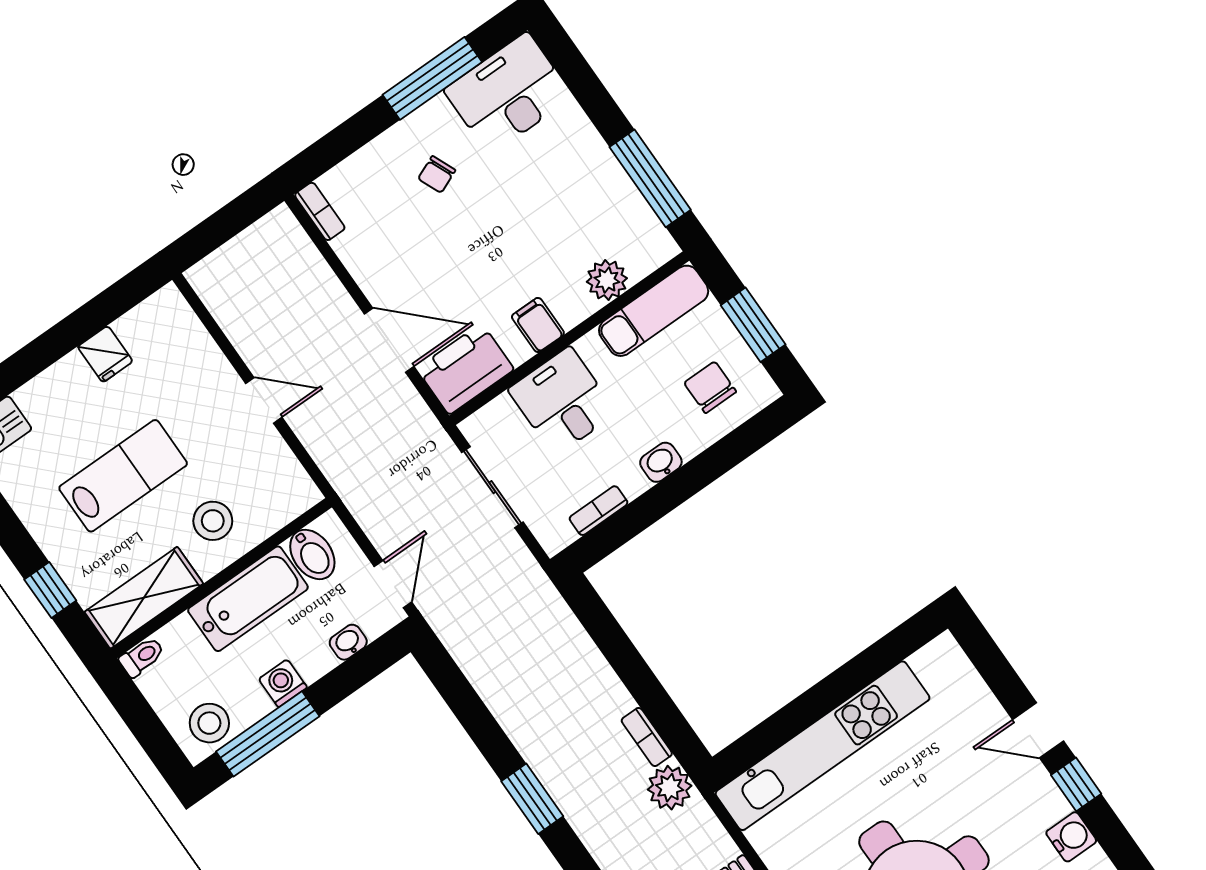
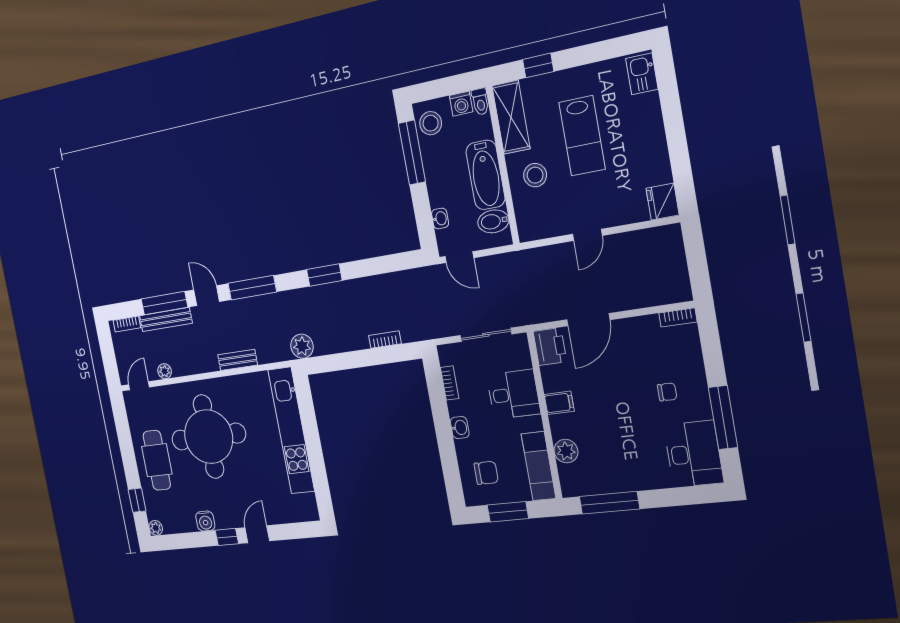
chair: (437, 174) -> (667, 392), turned 113
fridge: (105, 354) -> (663, 202), moved, width x1.38
printer: (465, 369) -> (550, 347), width x0.73, depth x0.84
washing machine: (283, 683) -> (461, 104), moved, turned 90
bookcase: (647, 737) -> (385, 340), moved

